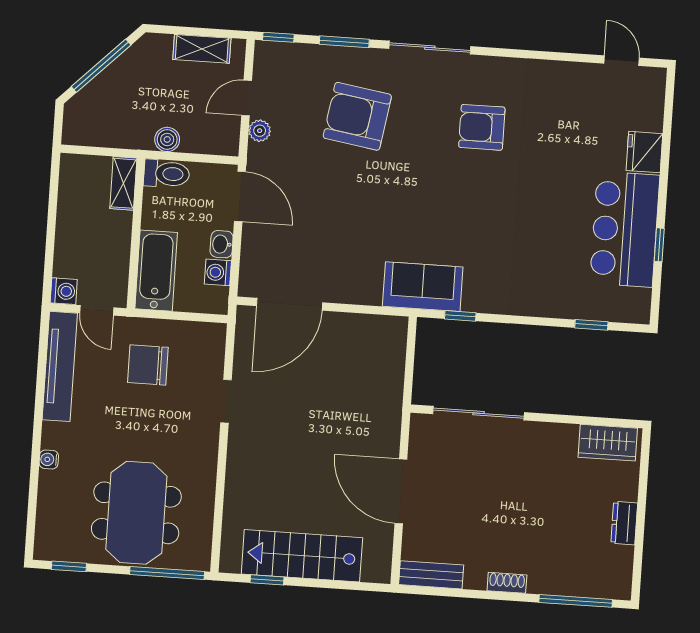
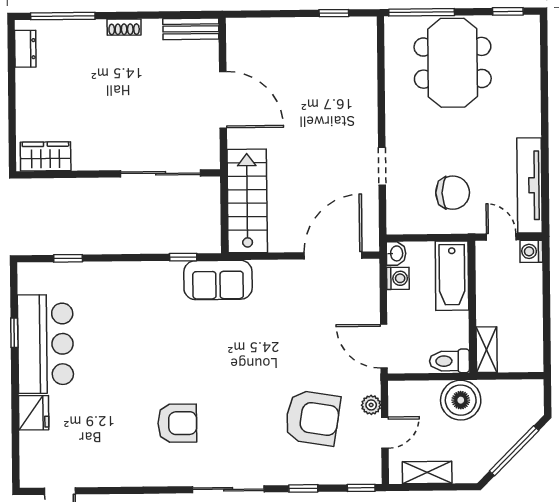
window: (344, 42) -> (303, 488), width x0.67
armchair: (357, 116) -> (312, 418), moved
boiler: (167, 139) -> (461, 400), width x1.86, depth x1.86
washbasin: (222, 244) -> (396, 253), moved
water cooler: (49, 459) -> (533, 103), removed
dresser: (624, 523) -> (25, 49), moved
stairs: (302, 556) -> (247, 201), moved, turned -90

